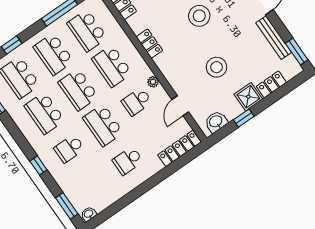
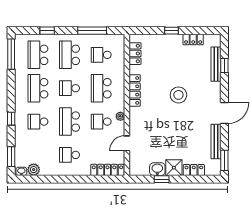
school desk: (87, 31) -> (101, 55), width x0.54
locker: (149, 44) -> (135, 90), width x1.53
stool: (217, 67) -> (167, 135), removed
school desk: (78, 90) -> (70, 88), width x0.54
washbasin: (216, 122) -> (157, 169), moved
plant: (100, 203) -> (34, 170), added

